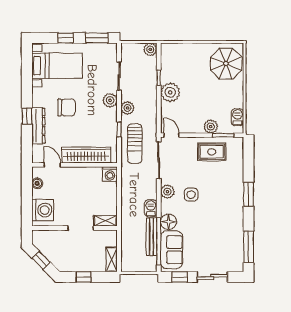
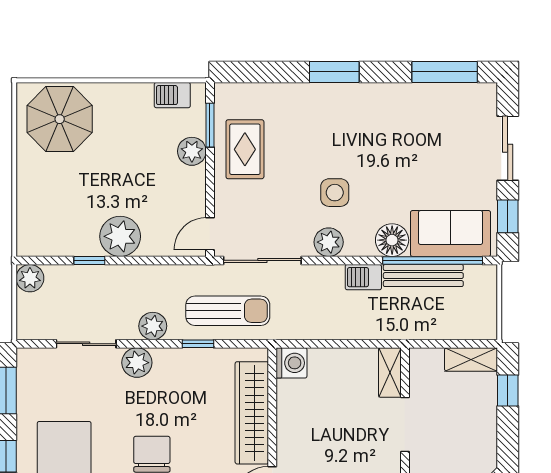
window: (84, 277) -> (508, 391), moved

